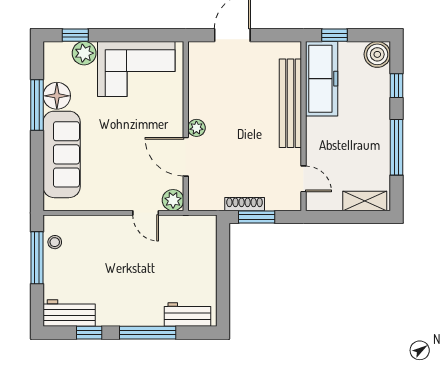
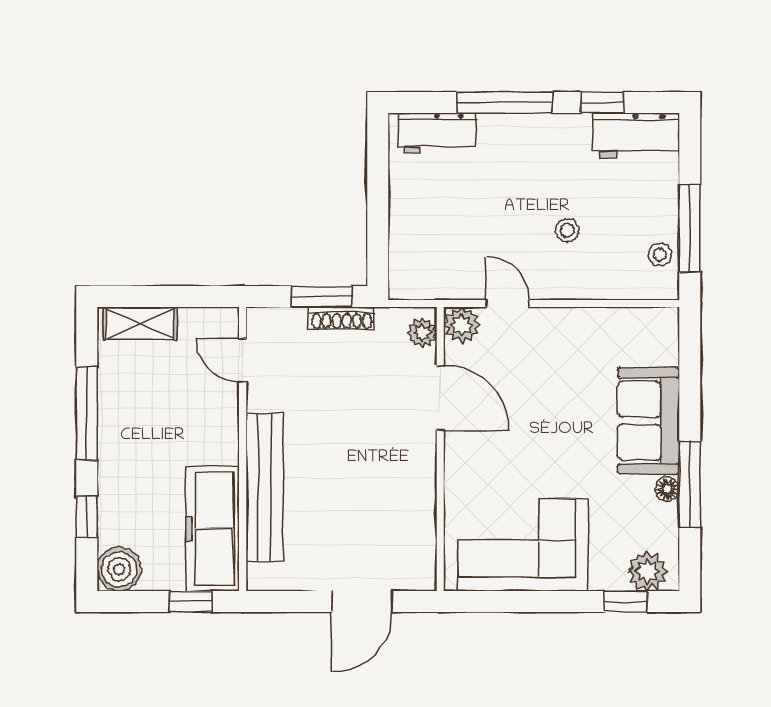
plant: (84, 53) -> (647, 571), moved
floor lamp: (57, 96) -> (667, 489), width x0.53, depth x0.53
plant: (196, 128) -> (422, 333), moved
sofa: (62, 154) -> (648, 421), width x0.73
stool: (110, 257) -> (567, 230), added

